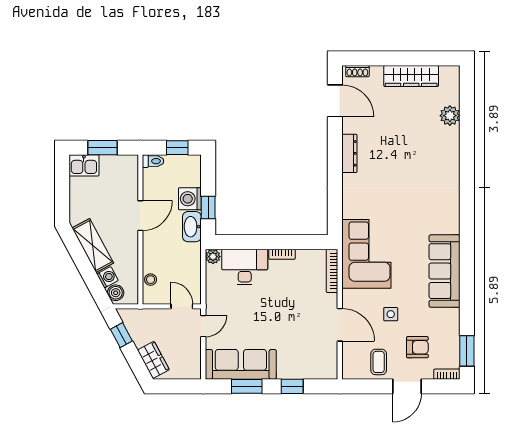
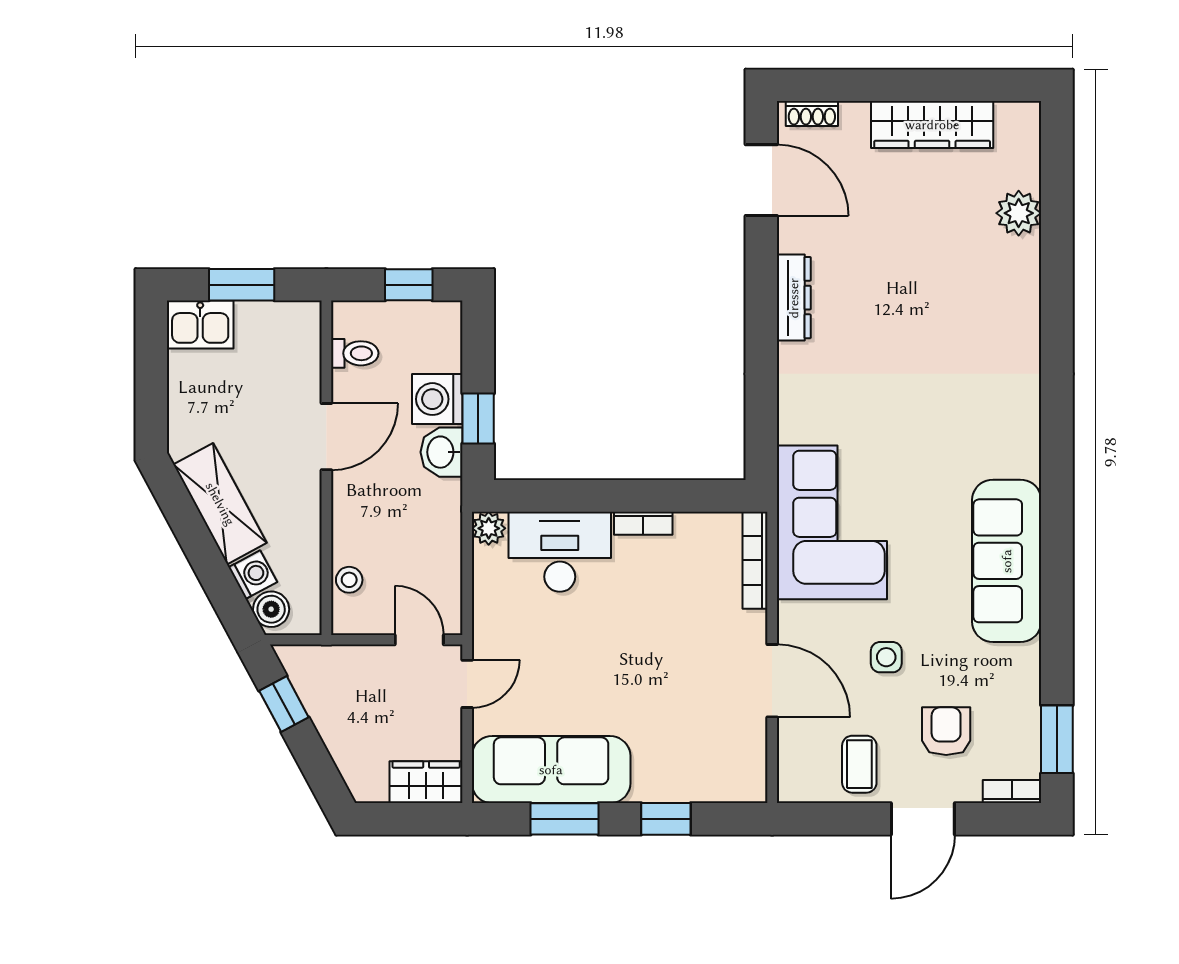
toilet: (153, 161) -> (355, 353), moved
washbasin: (192, 227) -> (442, 452), width x0.72
armchair: (417, 347) -> (946, 731), turned -90
wardrobe: (153, 360) -> (426, 782), moved, turned -62

